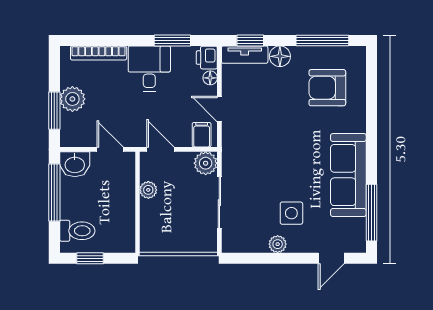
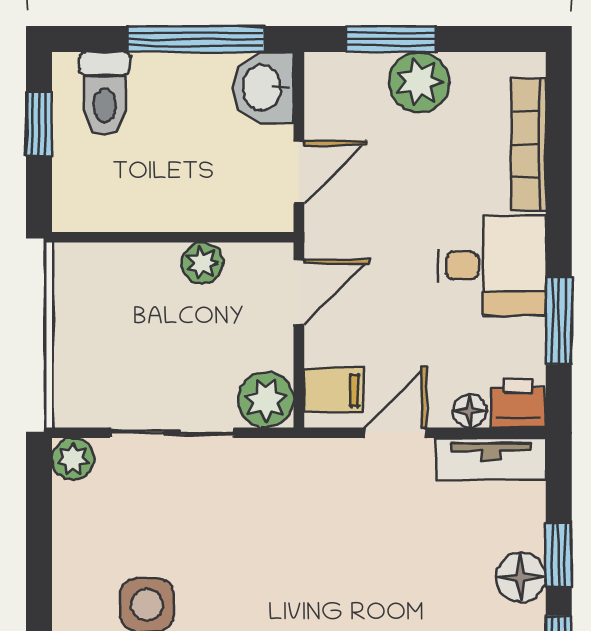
window: (250, 40) -> (559, 555), moved
tv unit: (245, 55) -> (491, 459), moved, turned -90
plant: (278, 244) -> (73, 459), moved

